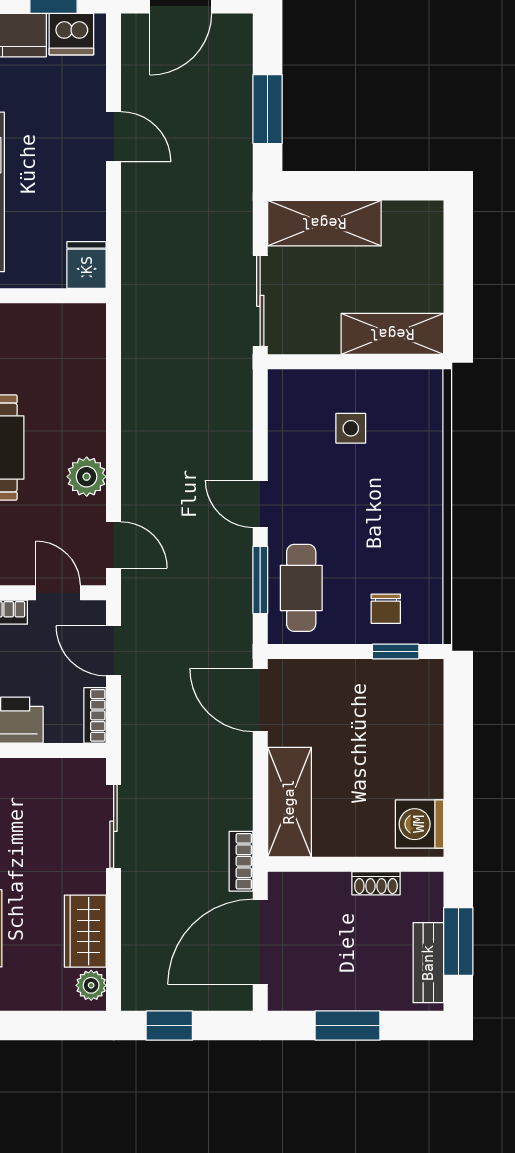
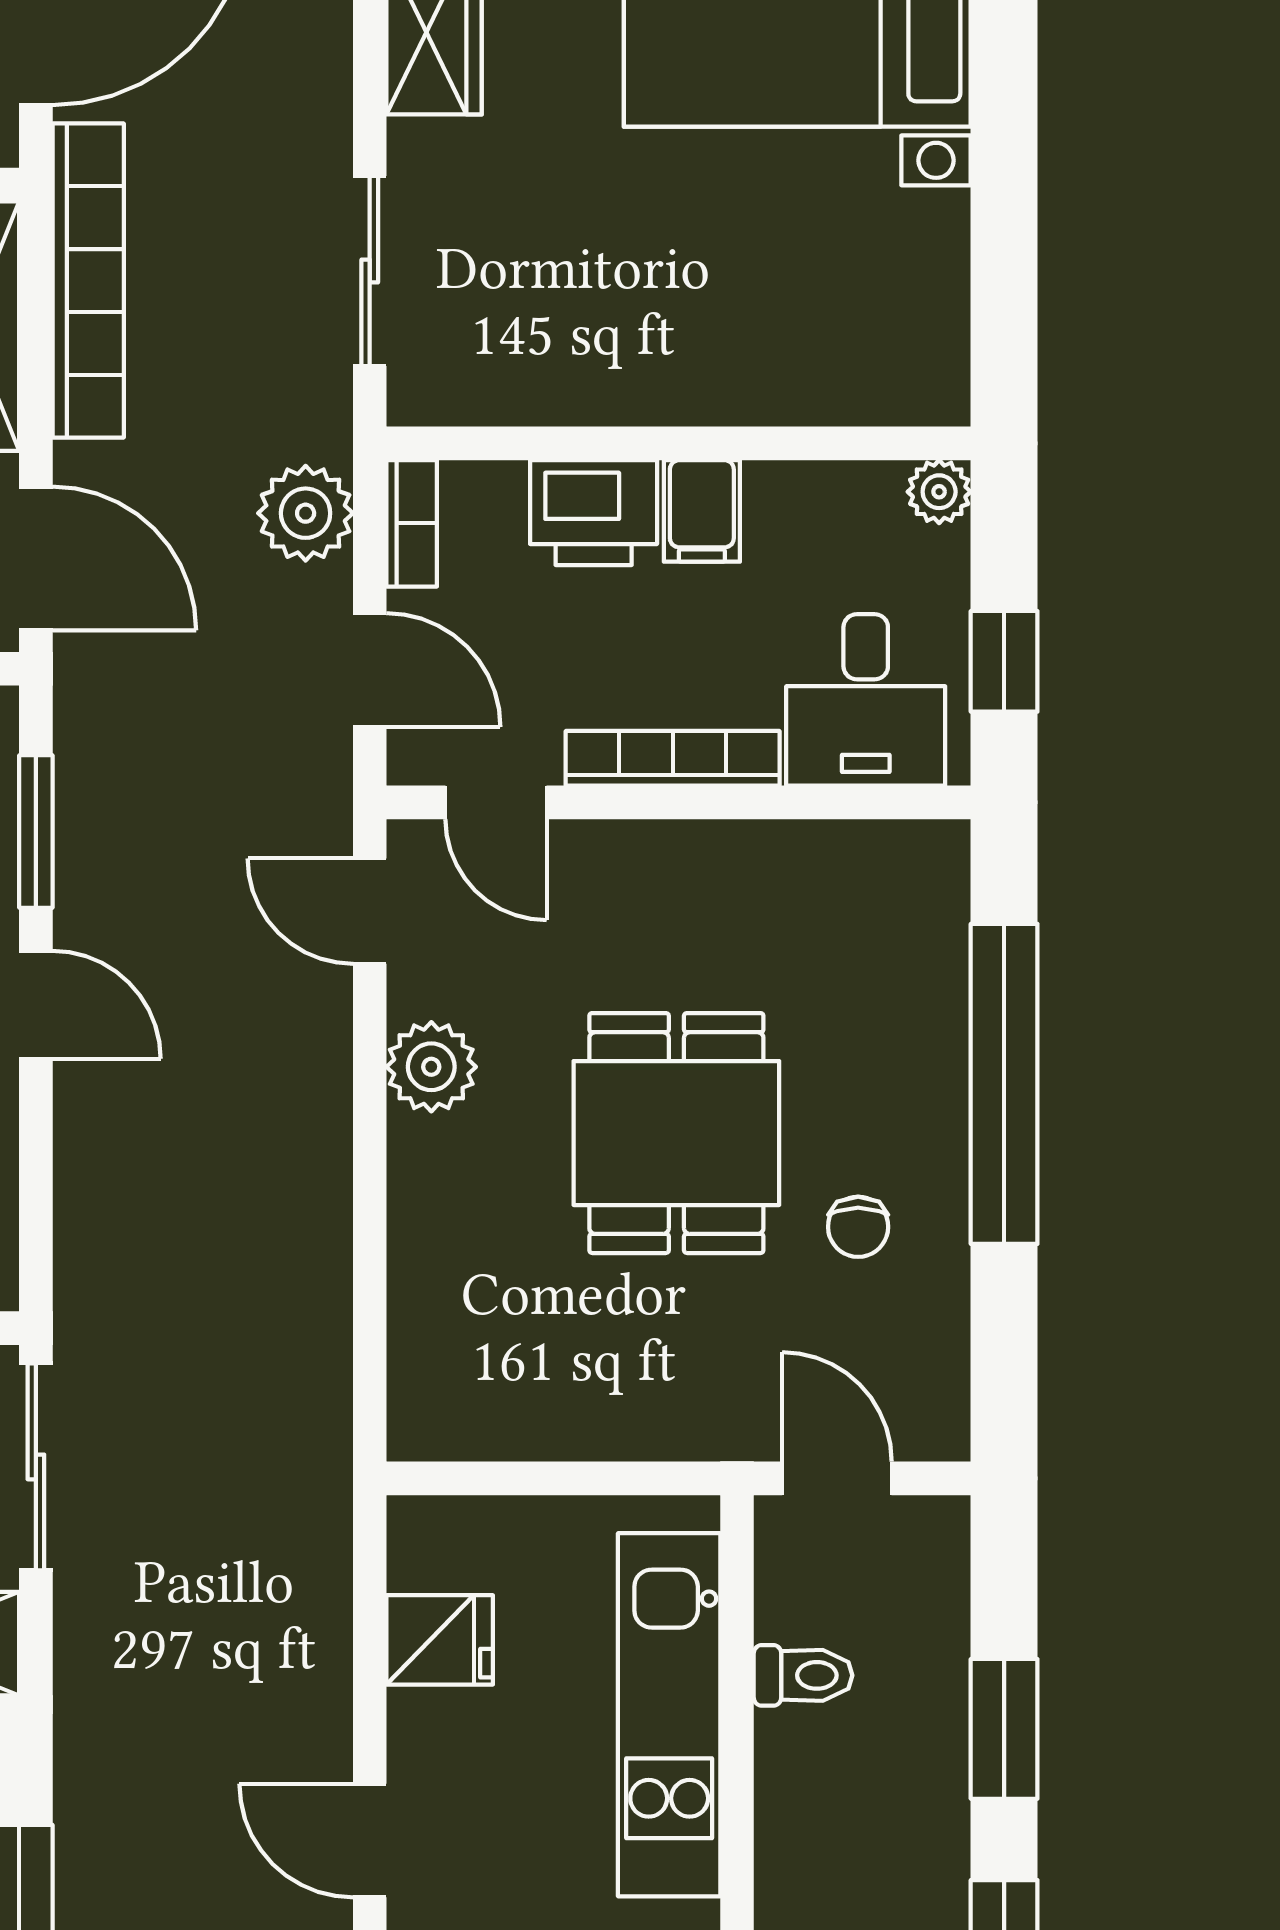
fridge: (87, 265) -> (440, 1640), moved, turned -90
plant: (142, 720) -> (306, 513), added
bookcase: (241, 861) -> (88, 281), width x2.31, depth x1.31

